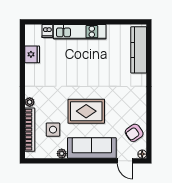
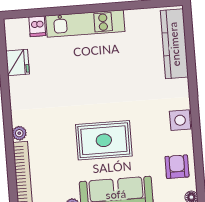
side table: (53, 130) -> (180, 120), moved
armchair: (134, 133) -> (177, 167), turned 125

